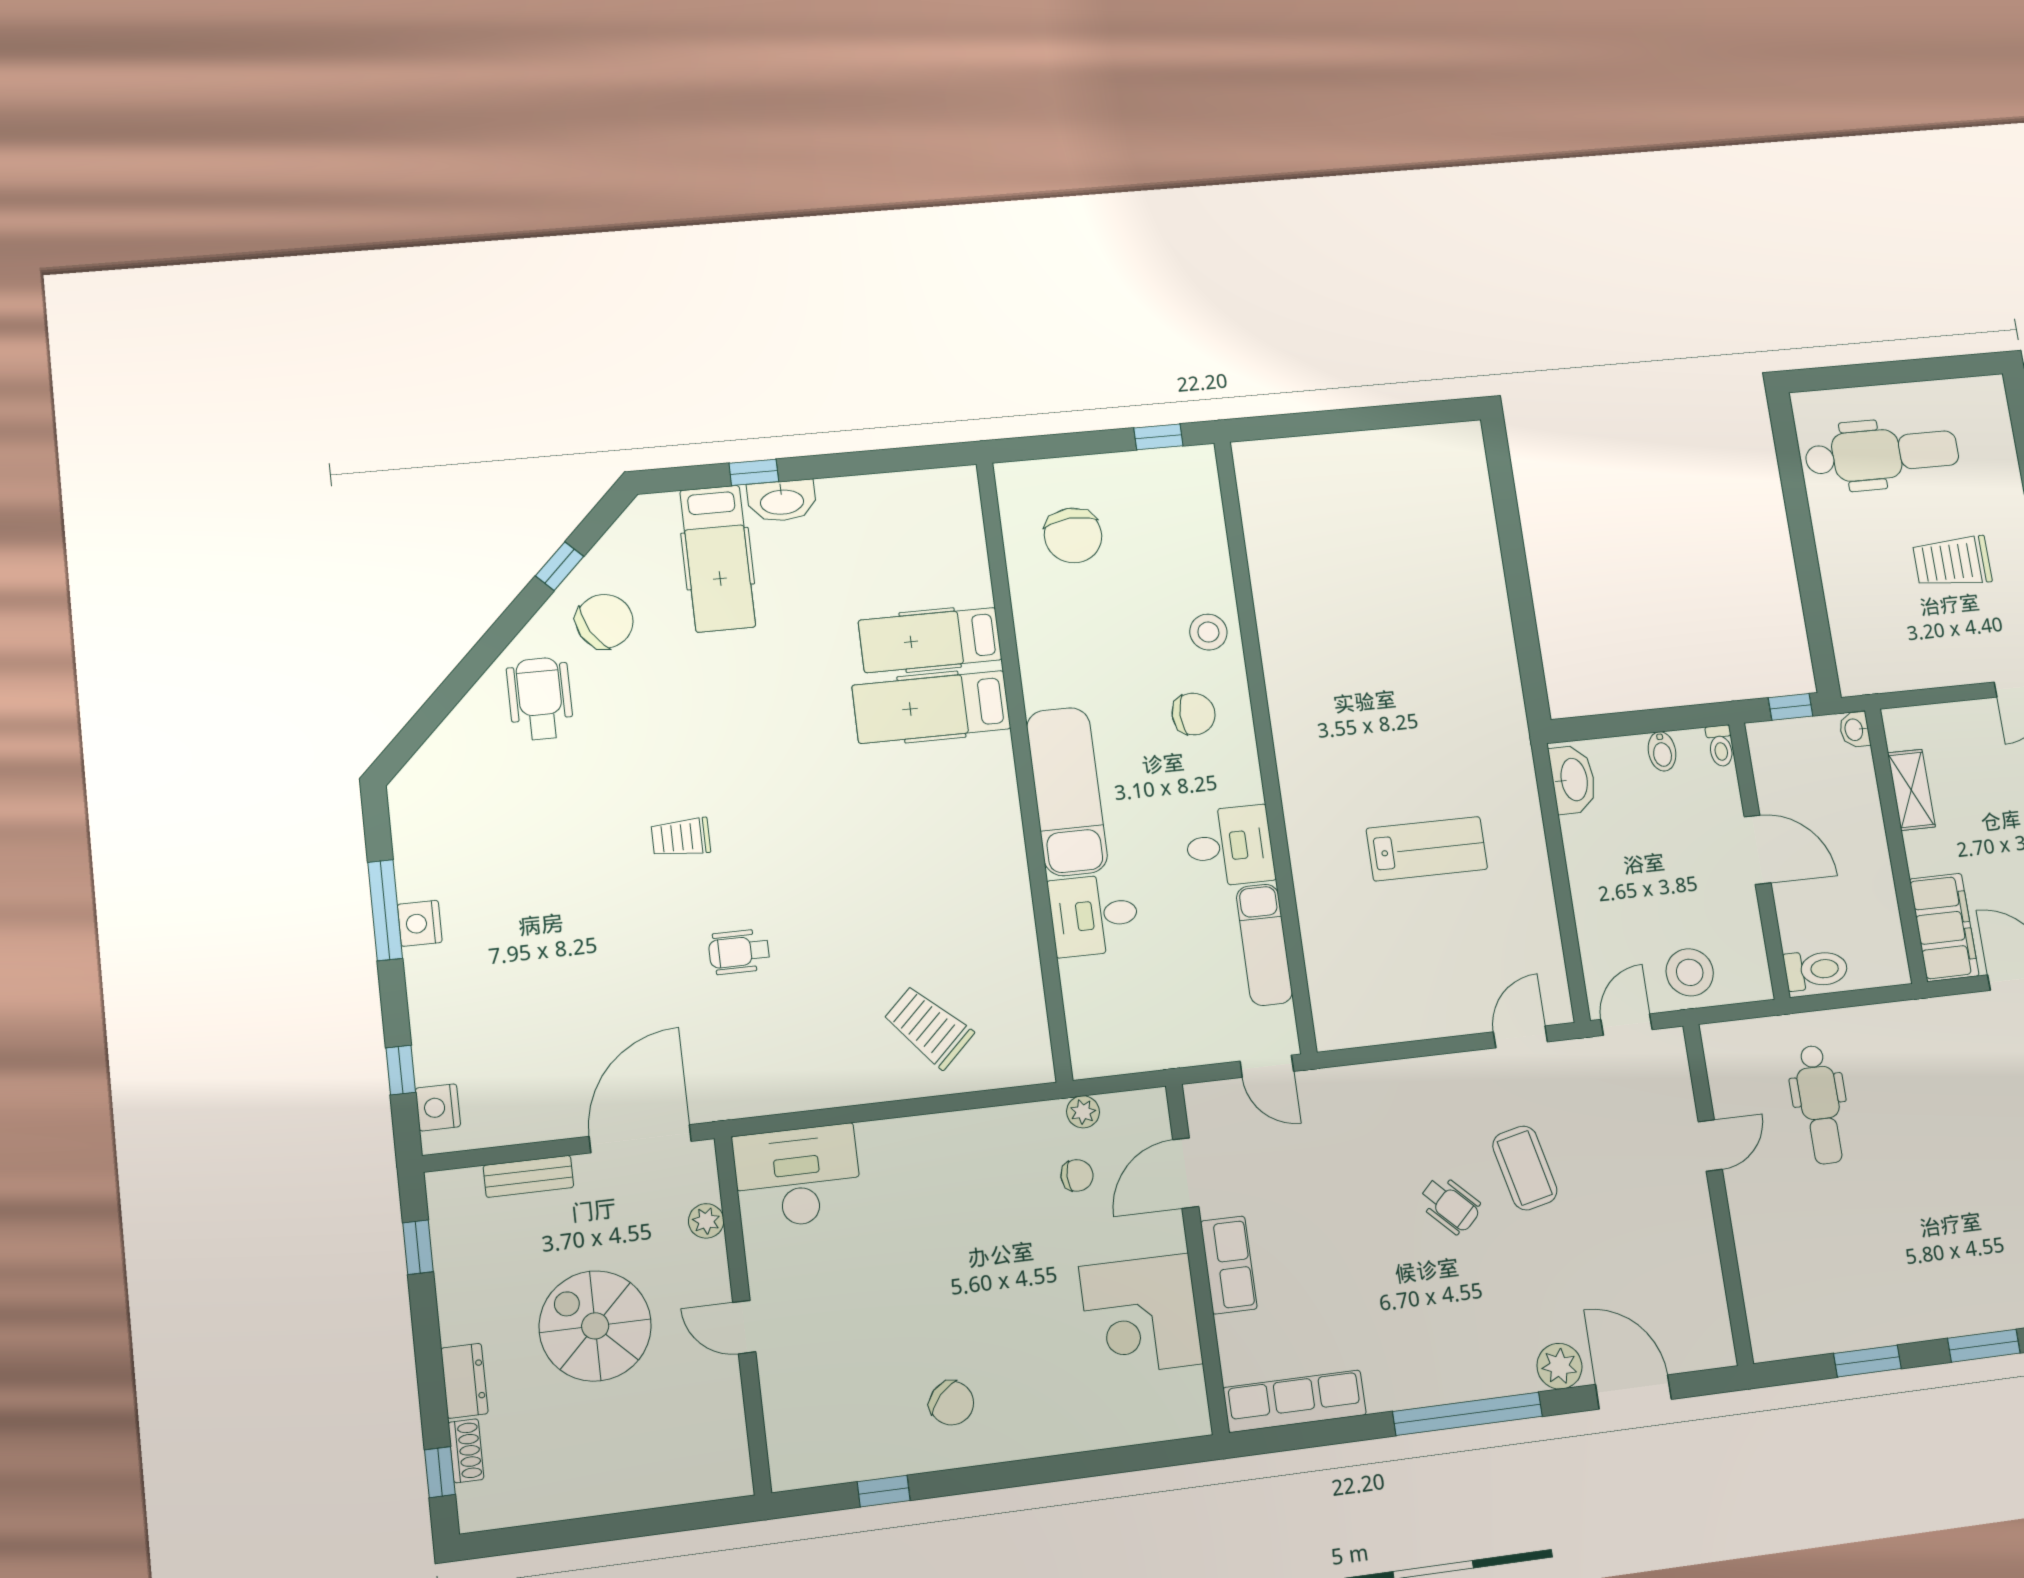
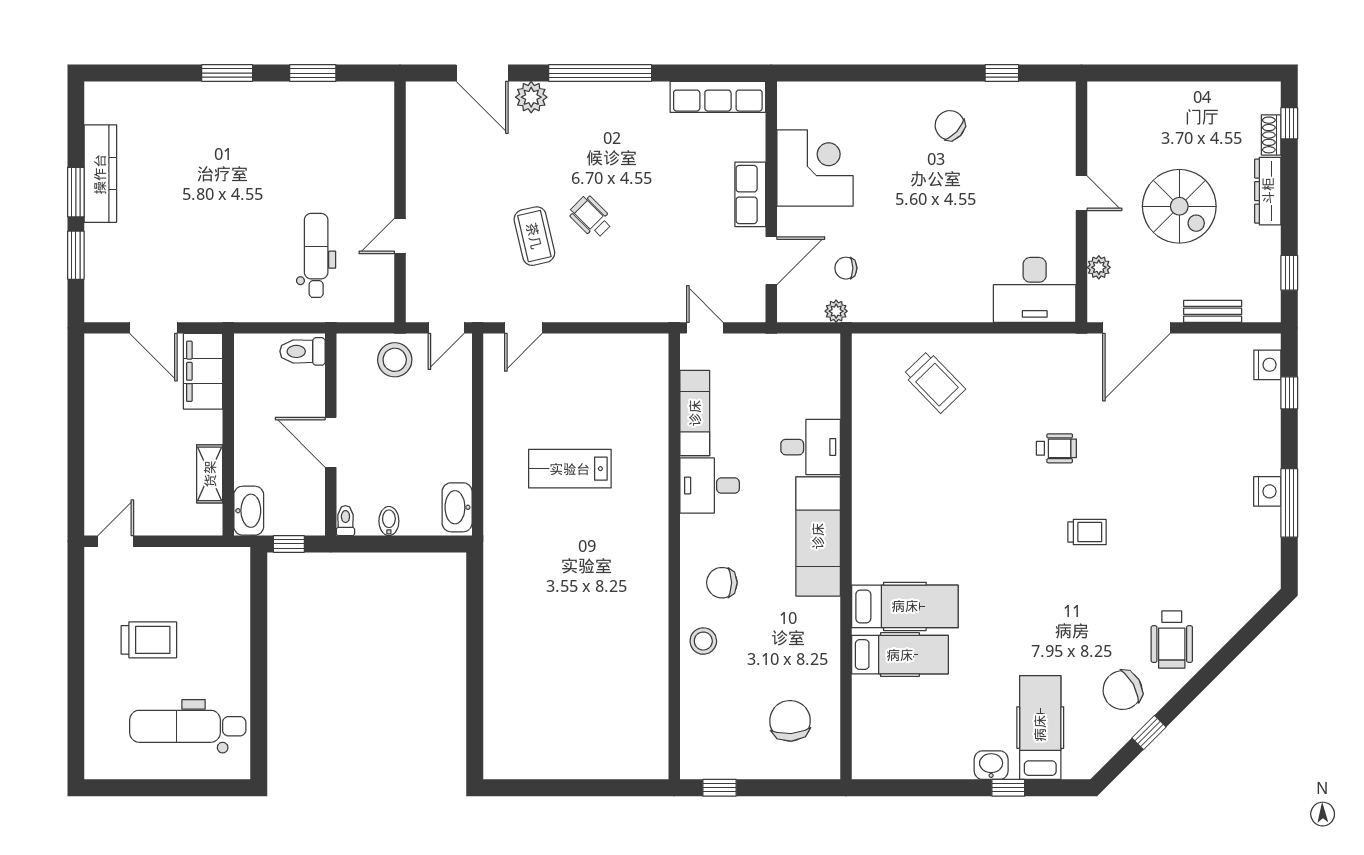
washbasin: (782, 501) -> (991, 765), width x0.72
washbasin: (1855, 730) -> (249, 511), width x1.91, depth x1.45
dresser: (464, 1381) -> (1268, 191), width x1.44

